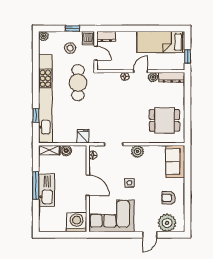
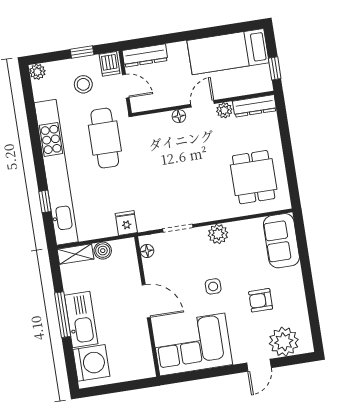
dresser: (106, 37) -> (145, 56), width x1.44
dining table: (164, 120) -> (254, 177), turned 90
armchair: (169, 198) -> (261, 300), moved
washing machine: (77, 222) -> (91, 363), moved, turned 90

